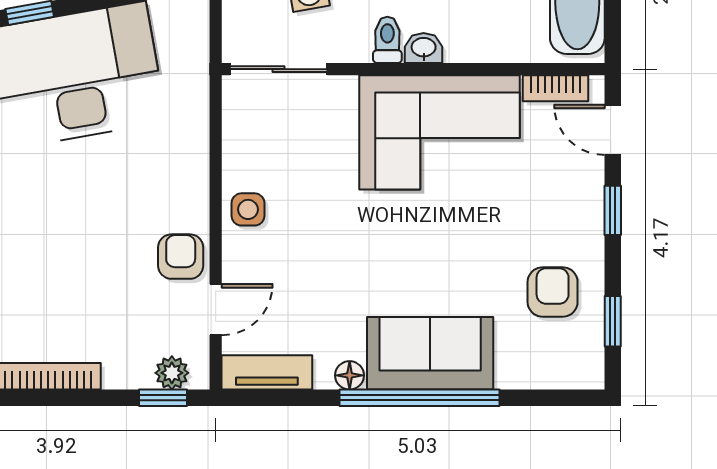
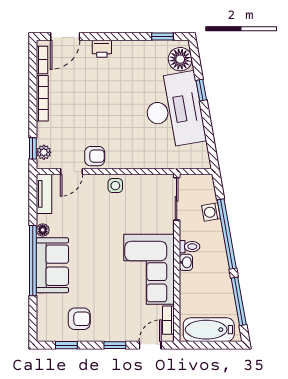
door: (216, 310) -> (71, 171), hinge flipped

